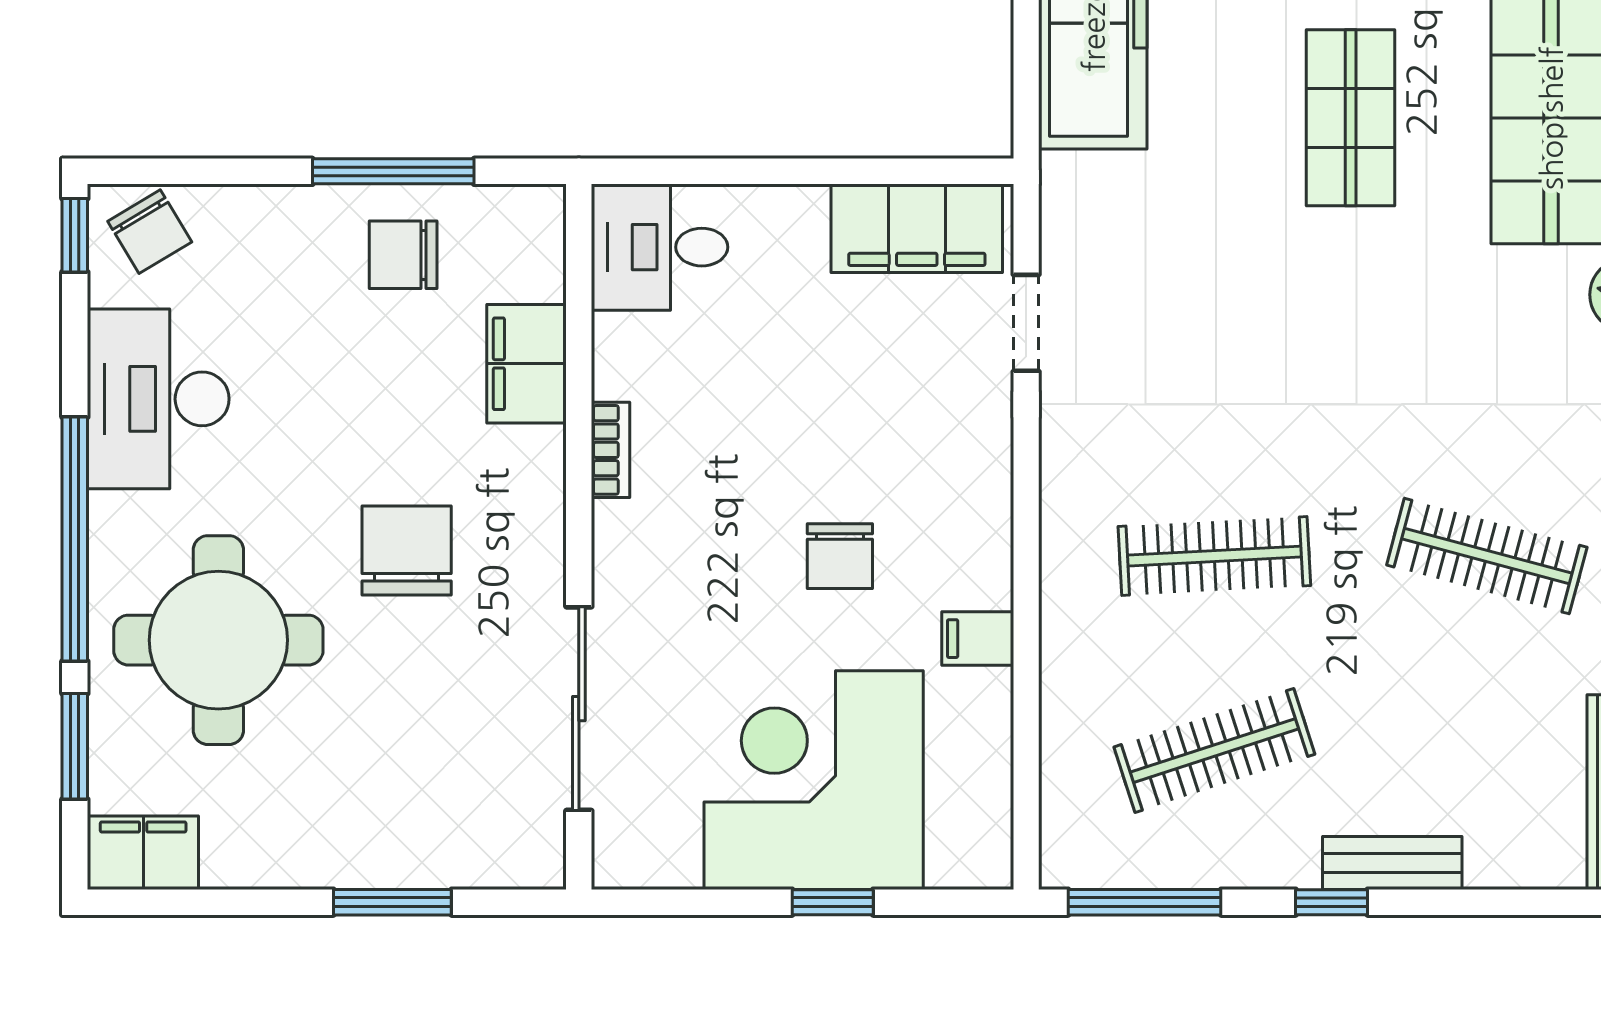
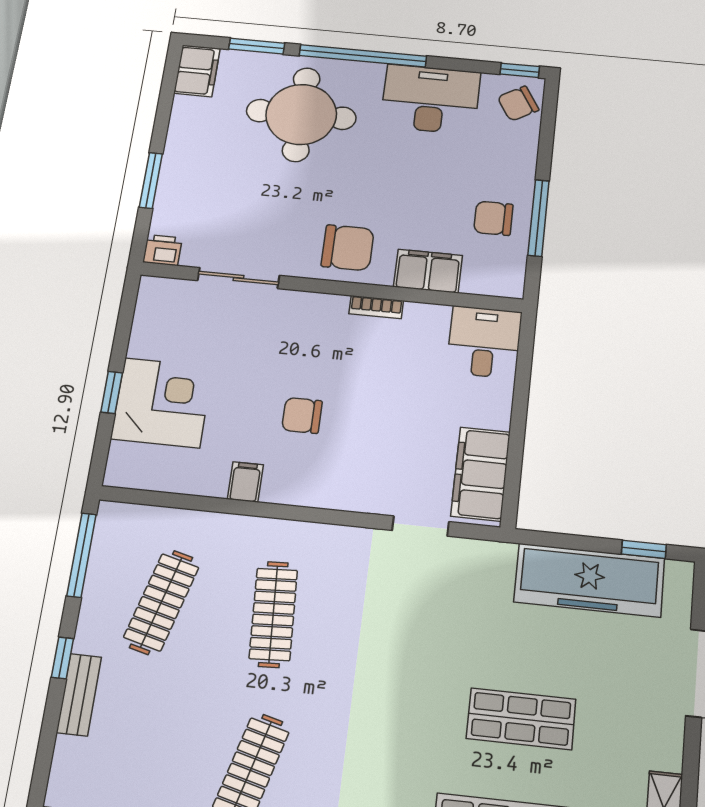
chair: (403, 255) -> (493, 218), turned -90
chair: (407, 551) -> (348, 248), moved
sliding door: (579, 709) -> (238, 278), width x0.73
clothes rail: (1214, 751) -> (161, 602), turned 33
corner desk: (814, 780) -> (162, 403), width x0.74, depth x0.74
printer: (537, 857) -> (163, 250), added

